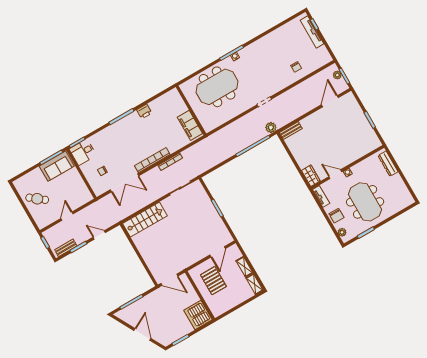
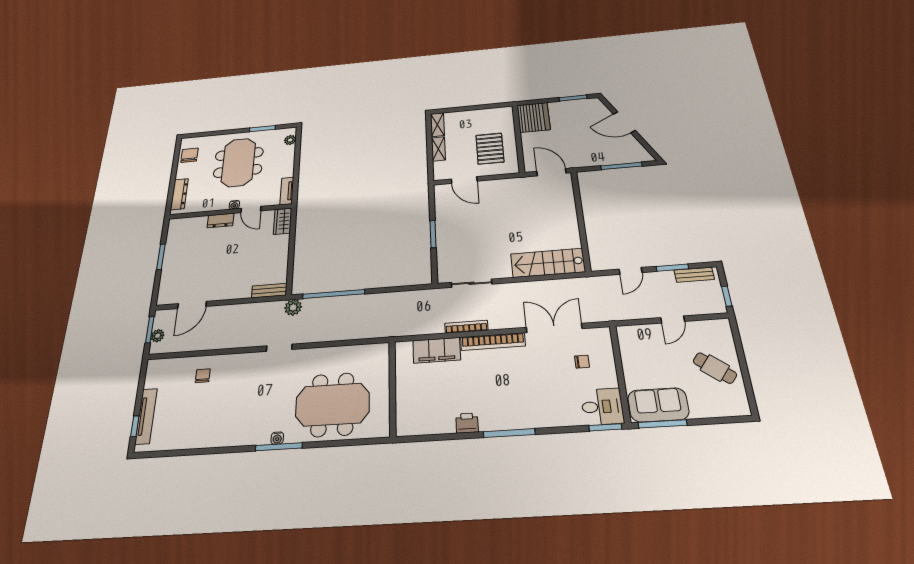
filing cabinet: (190, 125) -> (437, 350), moved, turned 90
dresser: (349, 159) -> (221, 220), added
chair: (336, 216) -> (189, 155), moved
door: (99, 235) -> (630, 271), hinge flipped
door: (218, 252) -> (464, 180), swing flipped
door: (142, 334) -> (624, 122), hinge flipped

